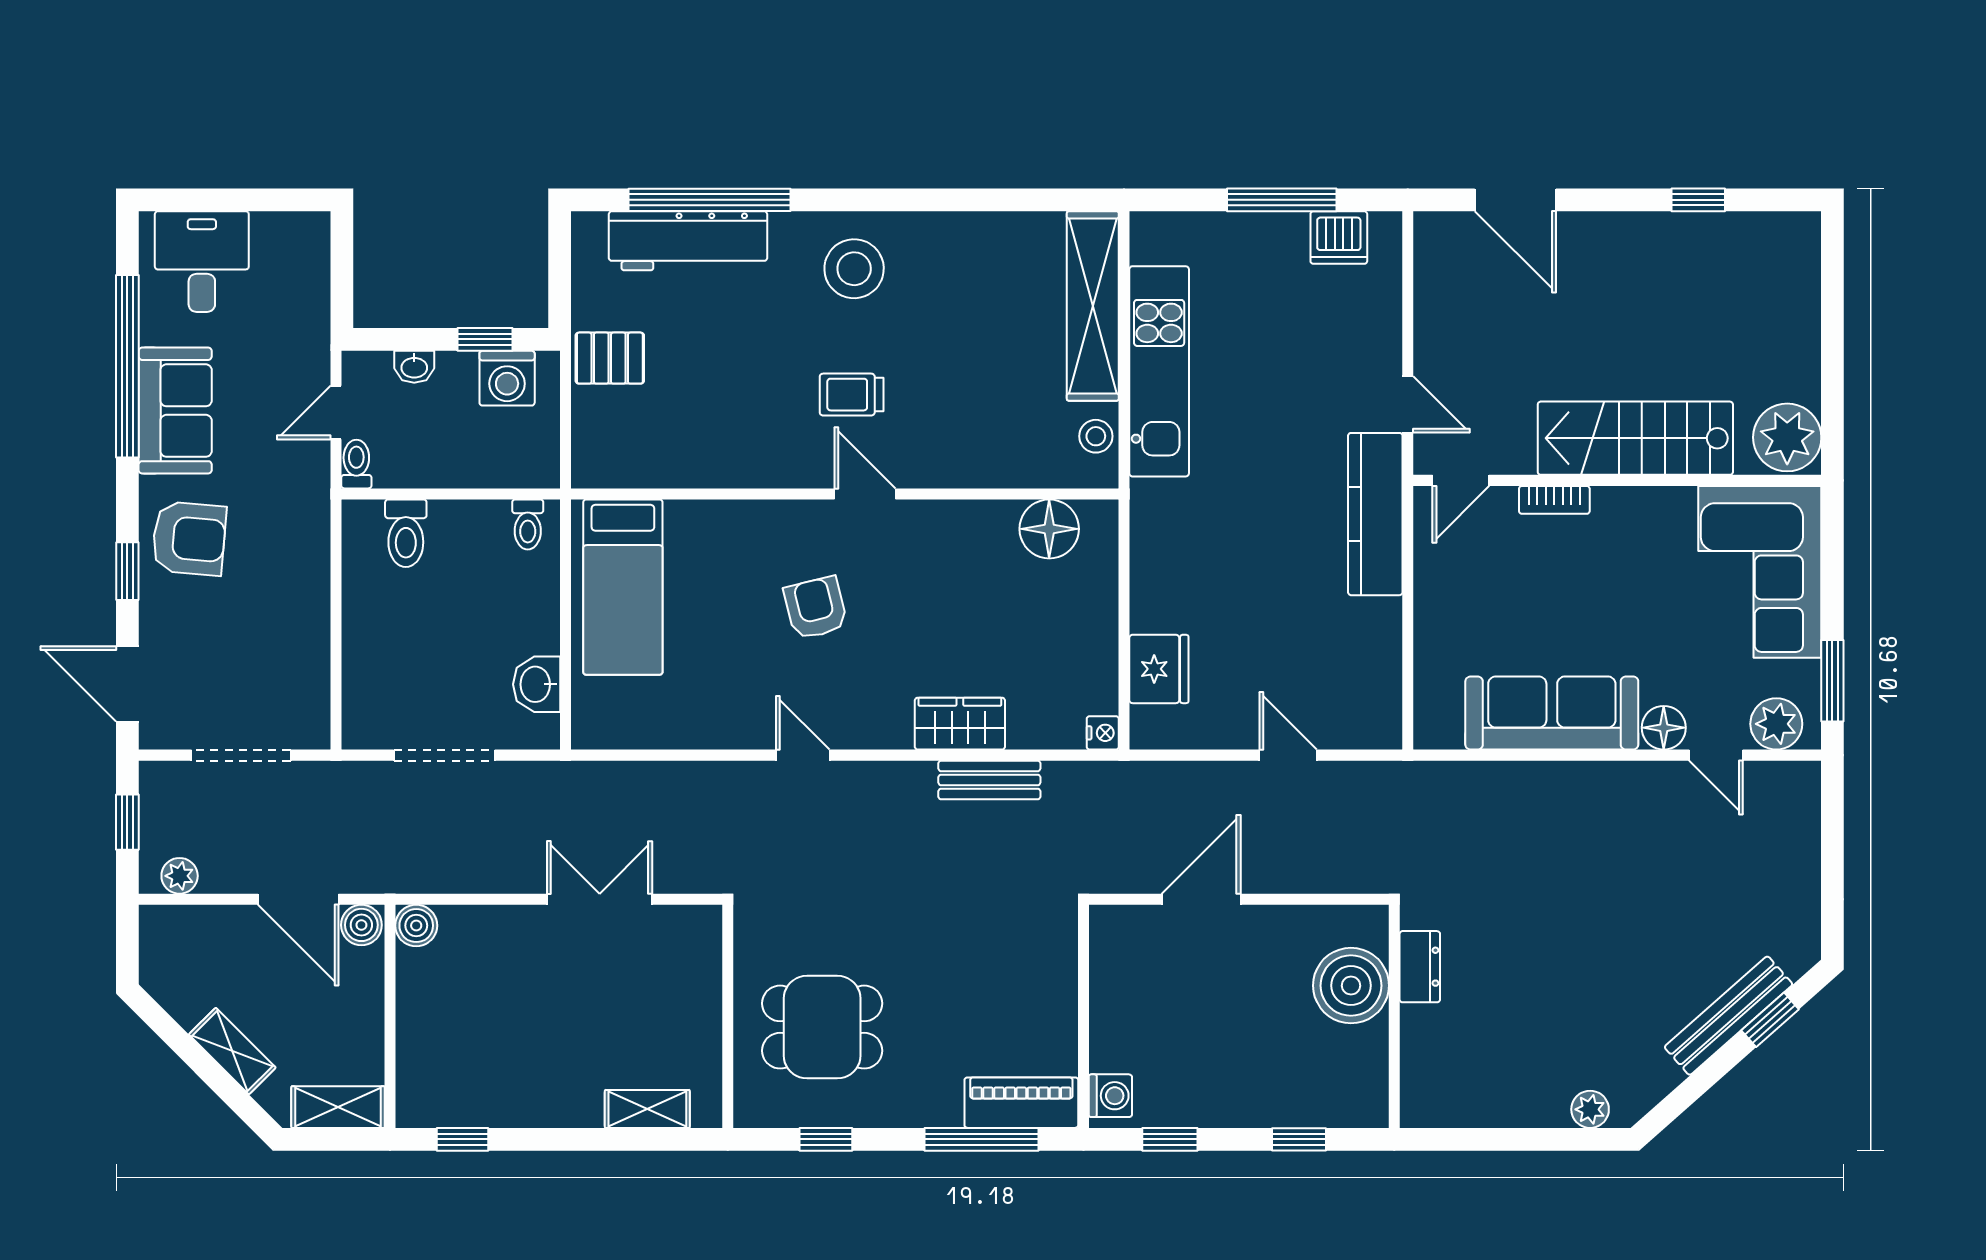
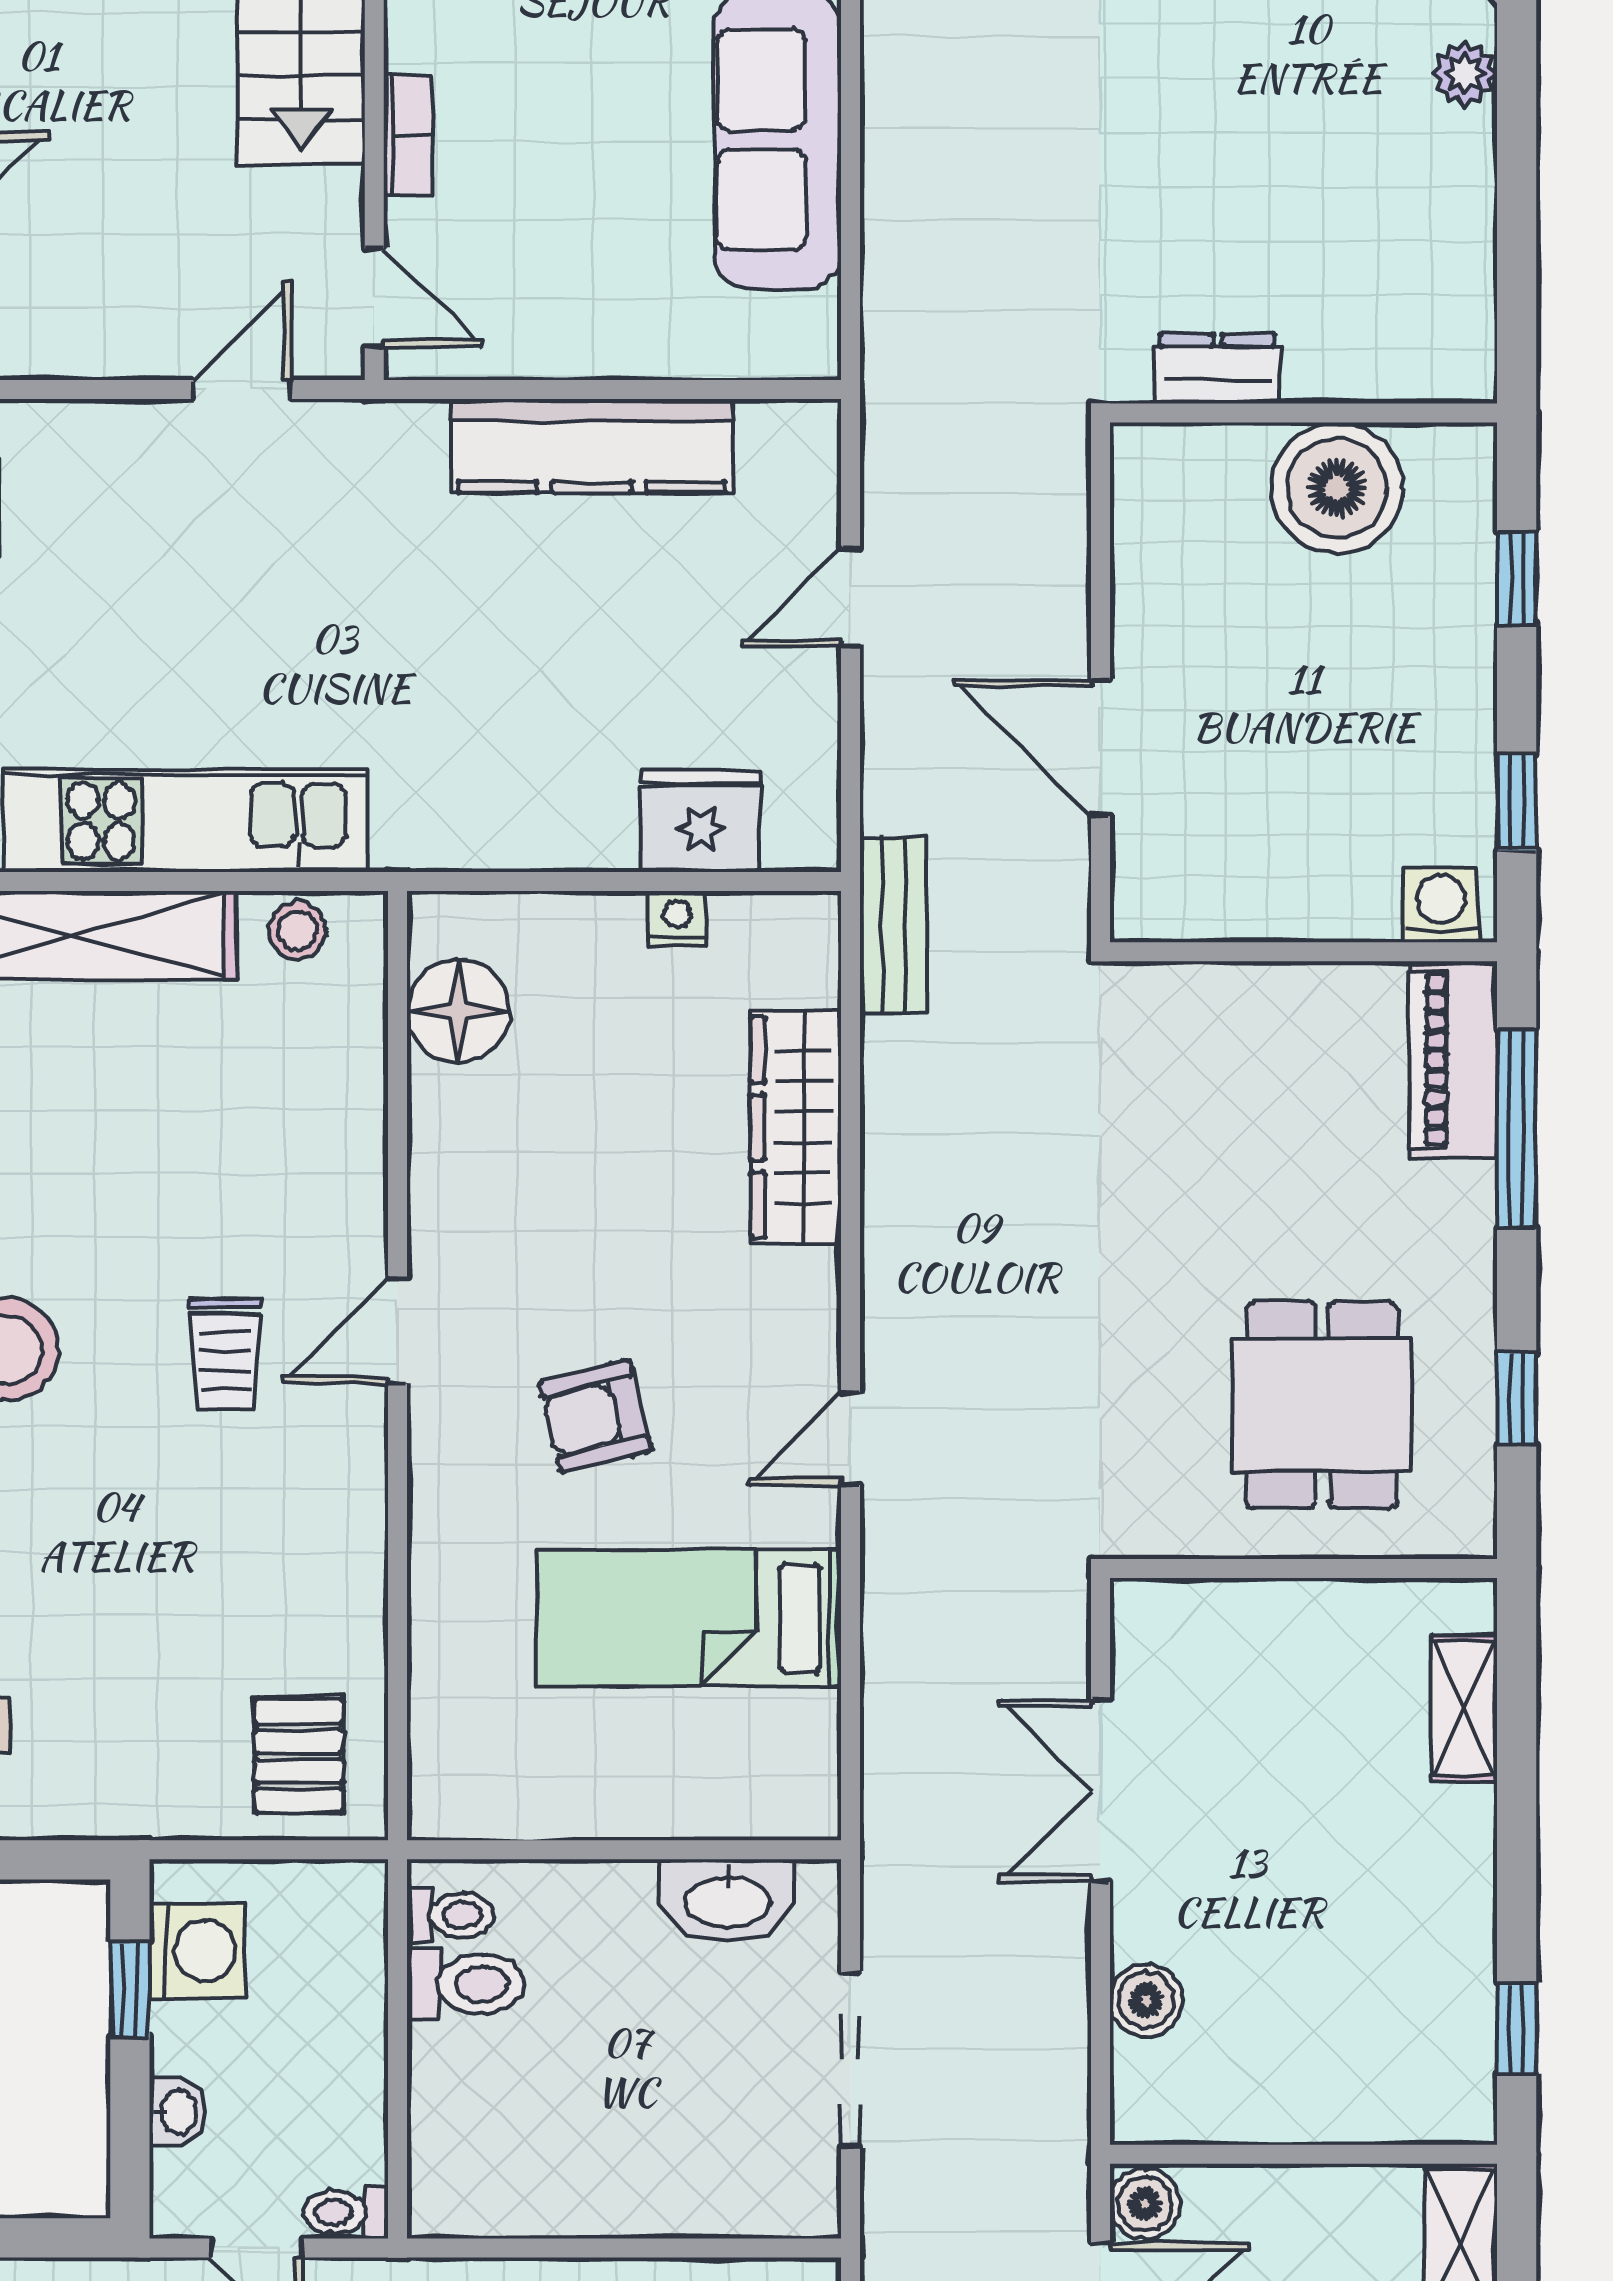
pallet: (610, 358) -> (299, 1756), moved
kitchen counter: (1375, 514) -> (592, 446), moved
toilet: (406, 533) -> (466, 1984), moved
bed: (623, 587) -> (689, 1618), moved, turned 180
washbasin: (537, 684) -> (728, 1900), width x1.38
wardrobe: (960, 724) -> (796, 1127), width x1.50
nightstand: (1103, 733) -> (677, 918), moved
bench: (989, 780) -> (894, 926), moved
boiler: (416, 926) -> (1146, 2000), moved
boiler: (1351, 986) -> (1337, 488), moved

